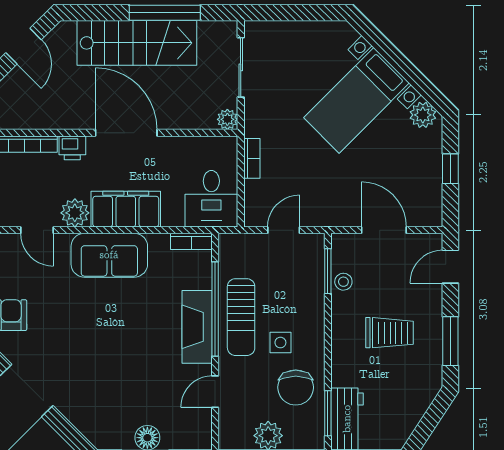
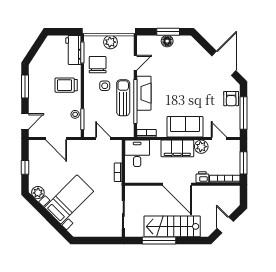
plant: (227, 119) -> (130, 191), removed
door: (284, 230) -> (103, 139), swing flipped
trolley: (390, 333) -> (66, 85), moved

